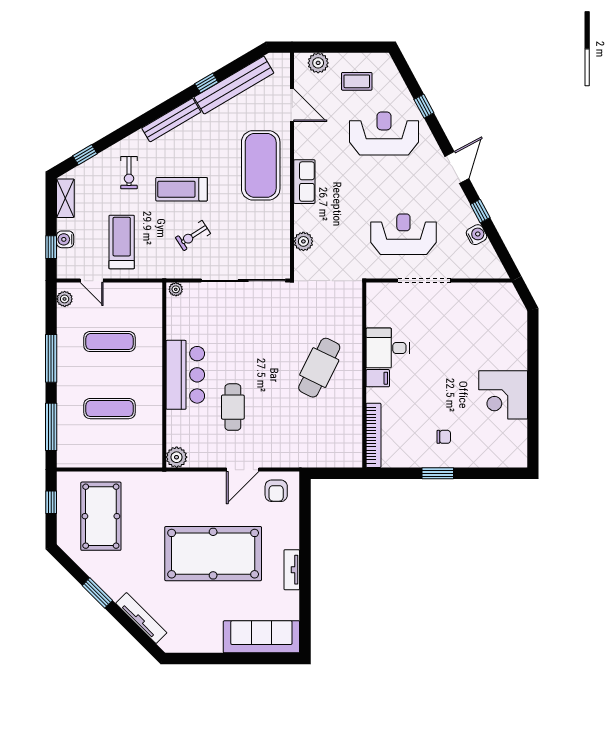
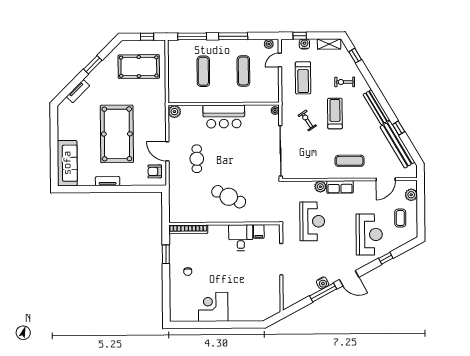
exercise mat: (261, 165) -> (350, 161), width x0.50, depth x0.69
window: (480, 211) -> (323, 292), width x2.17
reception desk: (403, 234) -> (312, 221), moved
water cooler: (477, 235) -> (323, 283), moved
plant: (303, 241) -> (320, 187), moved
treadmill: (122, 242) -> (303, 78), turned 90
filing cabinet: (378, 378) -> (259, 232), moved
cafe table: (233, 407) -> (197, 159), moved, turned 90
window: (438, 473) -> (166, 254), moved
tv unit: (141, 618) -> (78, 91), width x0.71

